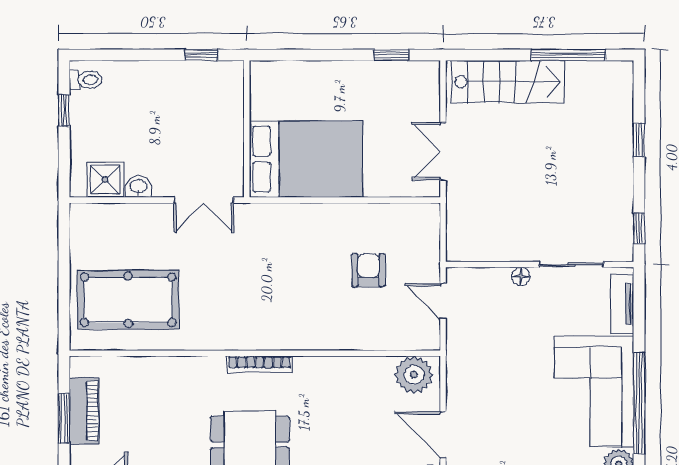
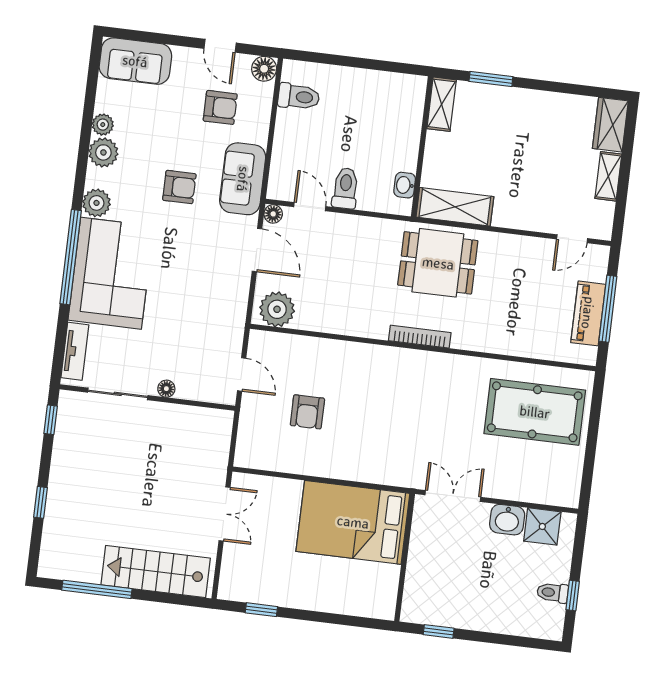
toilet: (86, 80) -> (553, 593), moved
washbasin: (138, 187) -> (507, 520), width x1.38, depth x1.45
window: (64, 418) -> (608, 309), width x1.44

